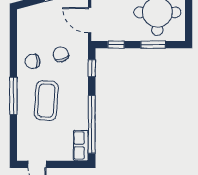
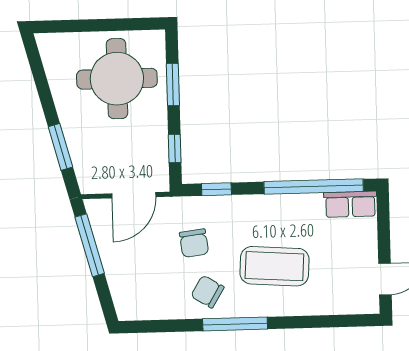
chair: (61, 54) -> (194, 243), turned -80
chair: (33, 61) -> (207, 292), turned 124
window: (13, 96) -> (235, 324), moved

